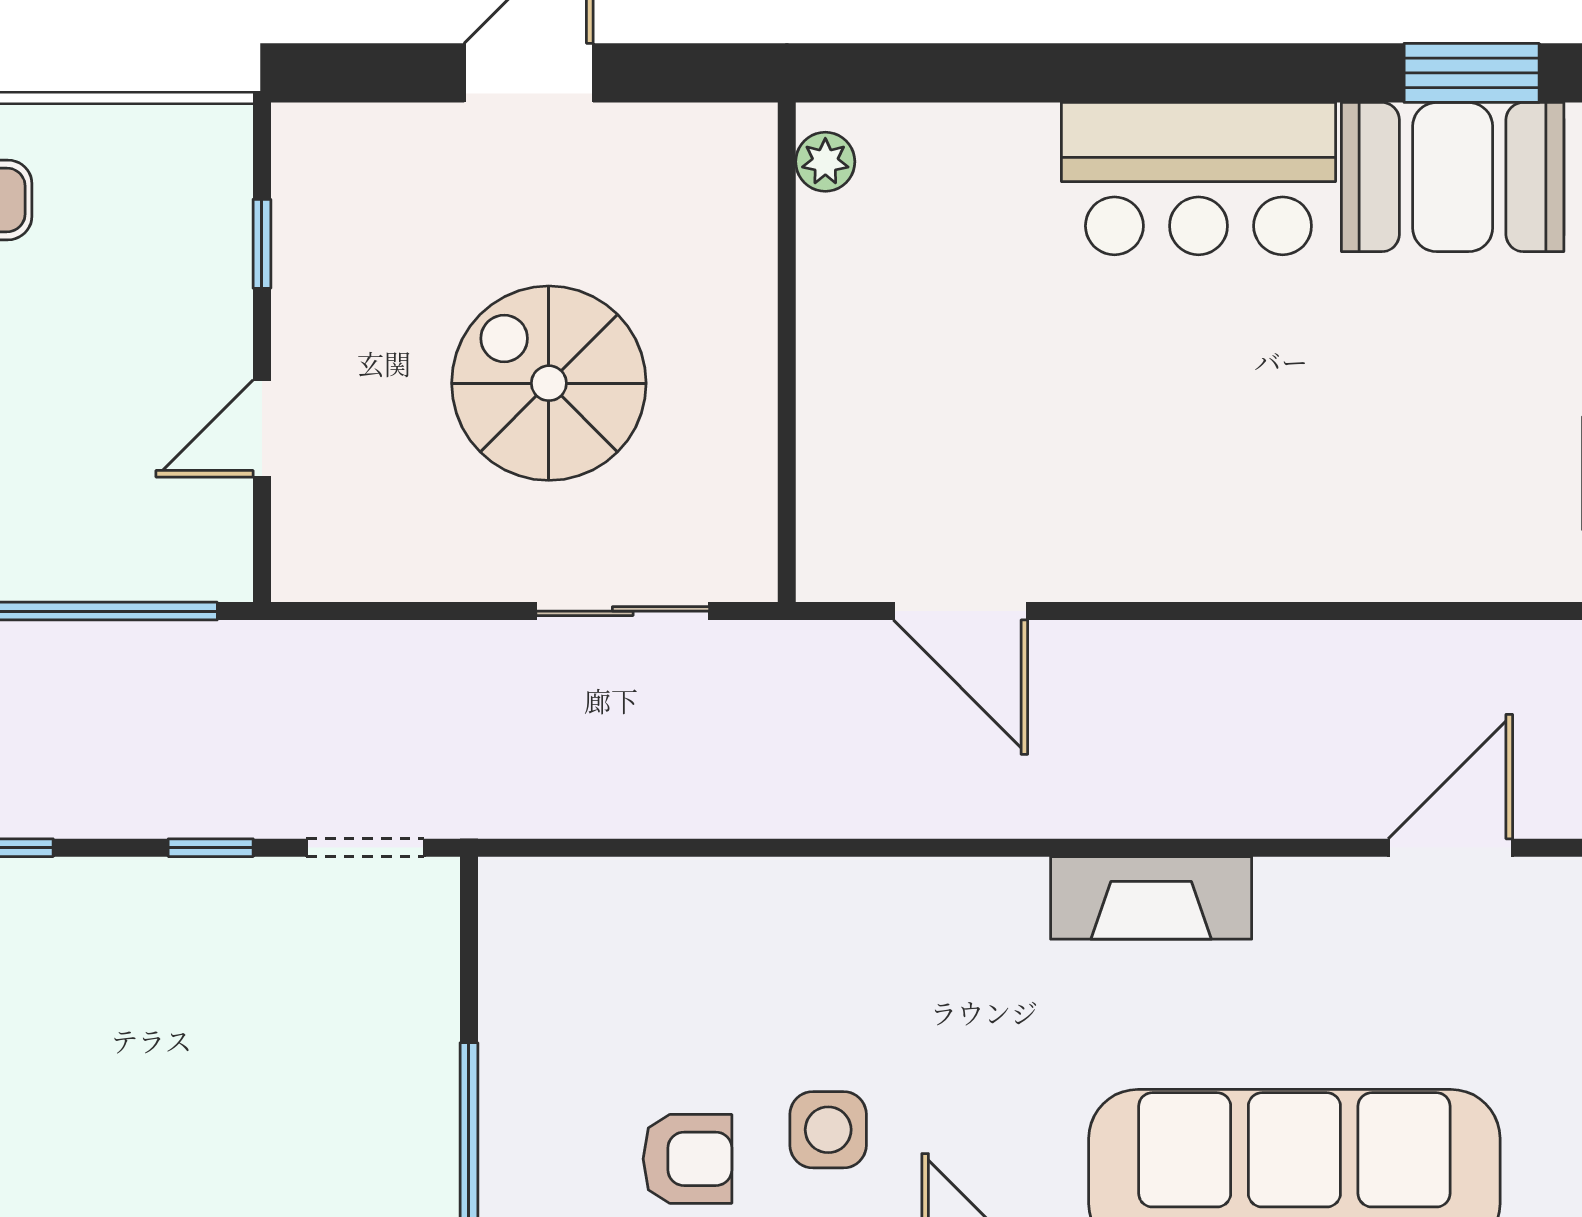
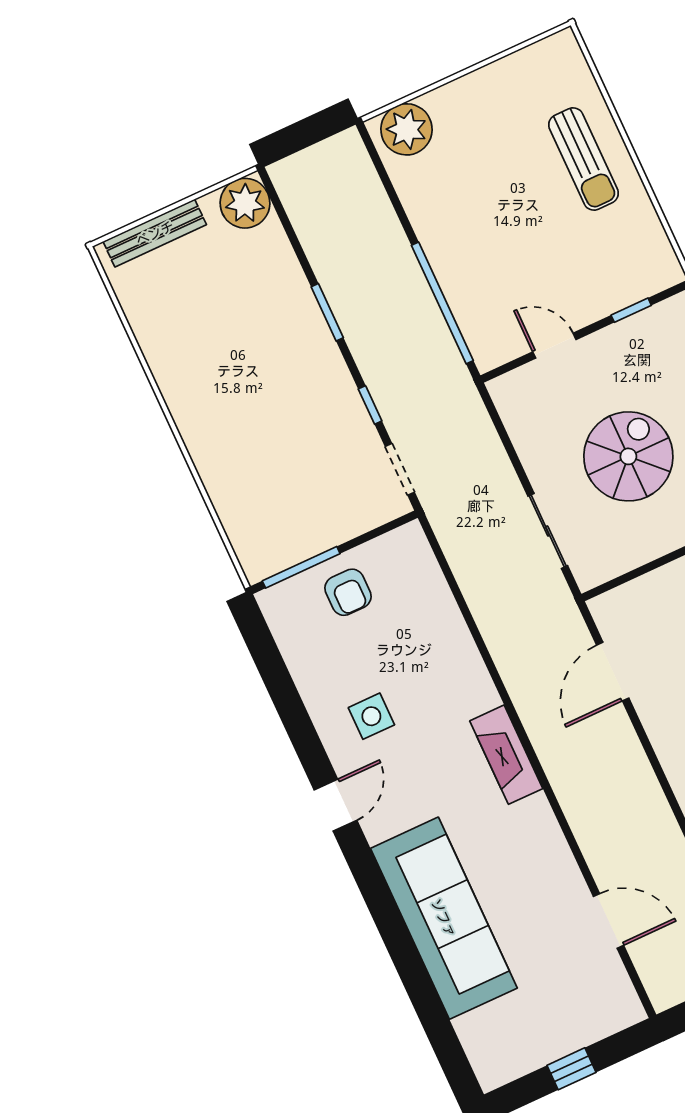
fireplace: (1151, 898) -> (506, 755), moved
armchair: (687, 1159) -> (348, 592), moved

